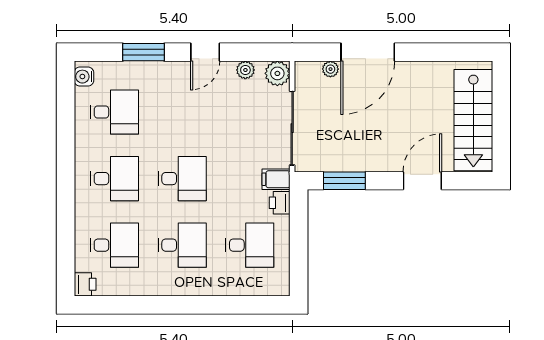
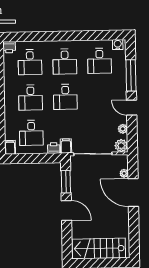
window: (143, 52) -> (131, 75), width x1.44
door: (422, 181) -> (66, 210), moved
filing cabinet: (277, 286) -> (10, 147), added

